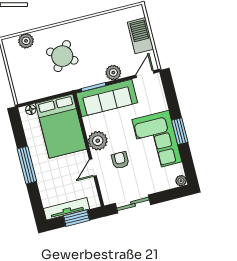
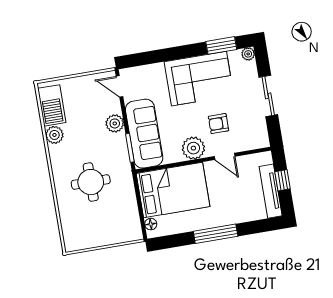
barbecue: (140, 36) -> (52, 105), moved, turned -90
plant: (26, 41) -> (54, 135), moved
round table: (62, 56) -> (91, 182), turned -34
window: (180, 131) -> (221, 45), moved
sliding door: (133, 204) -> (268, 96), moved
window: (76, 218) -> (283, 180), width x0.67

